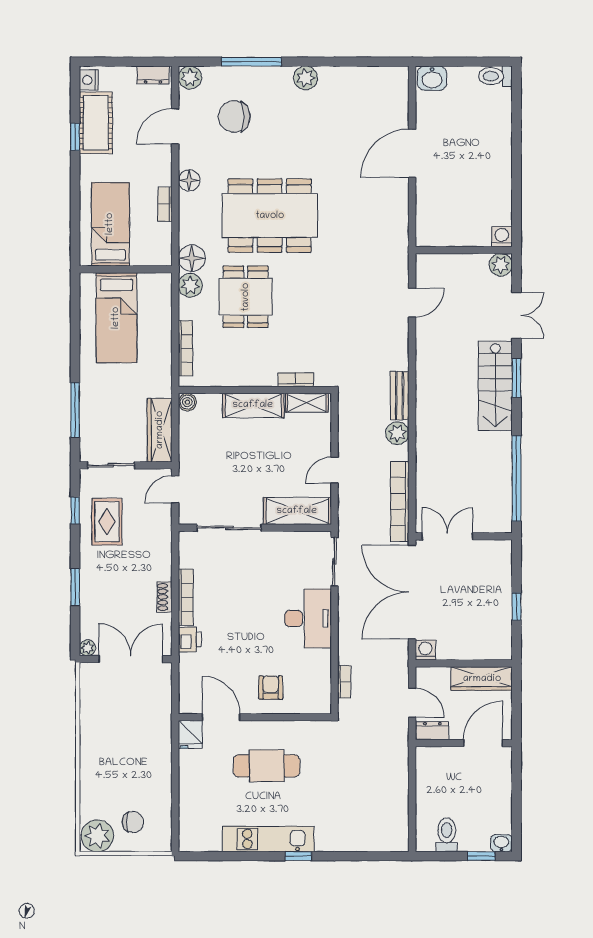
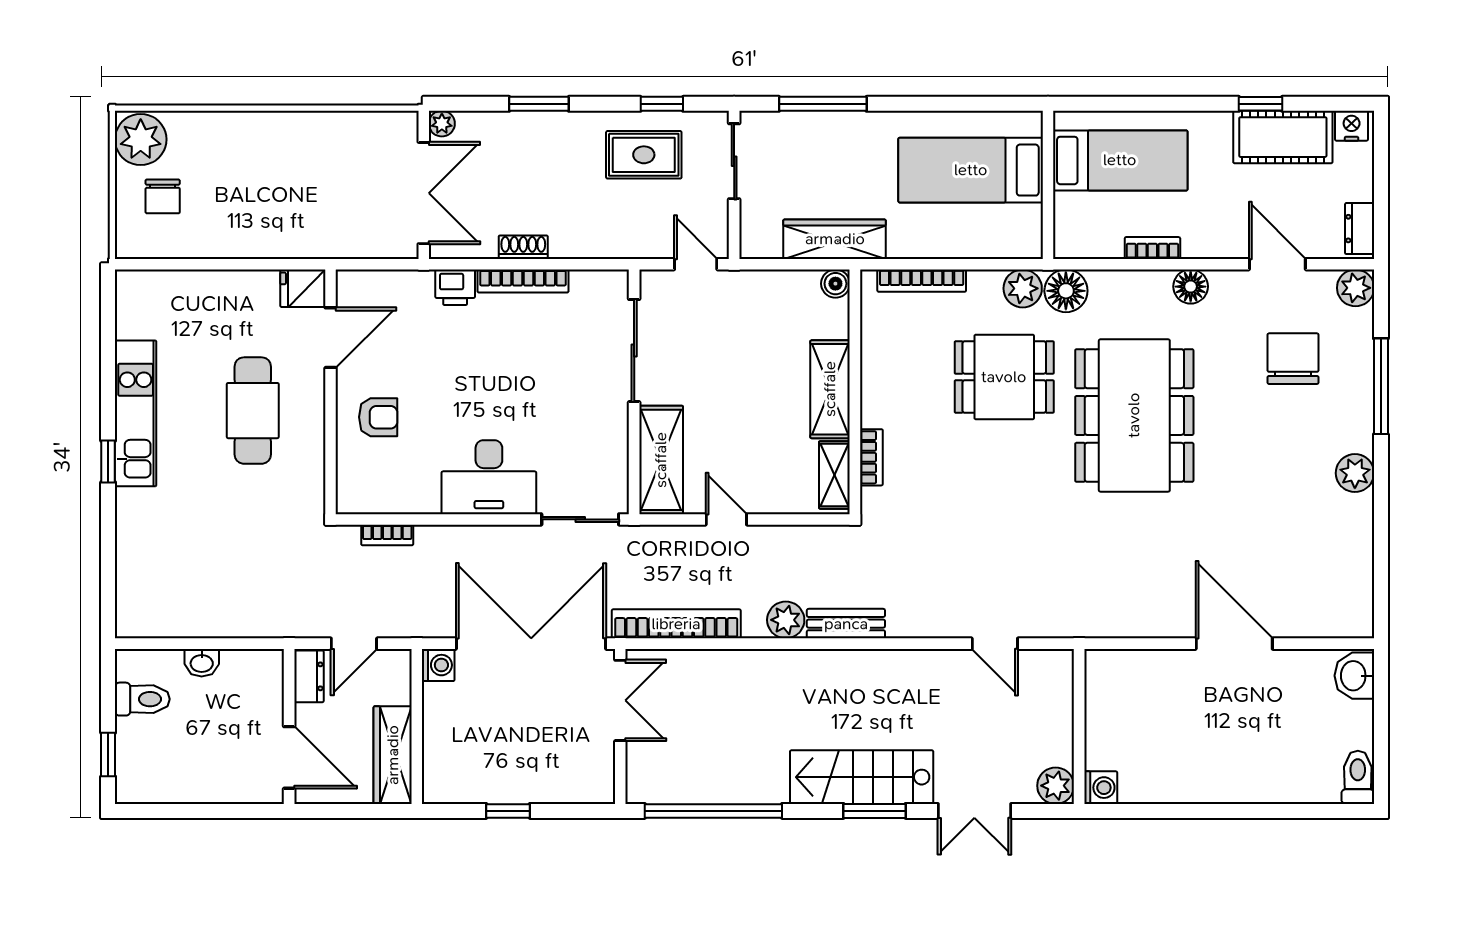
wardrobe: (160, 430) -> (835, 239), moved
washbasin: (501, 843) -> (202, 663), moved, turned 90

